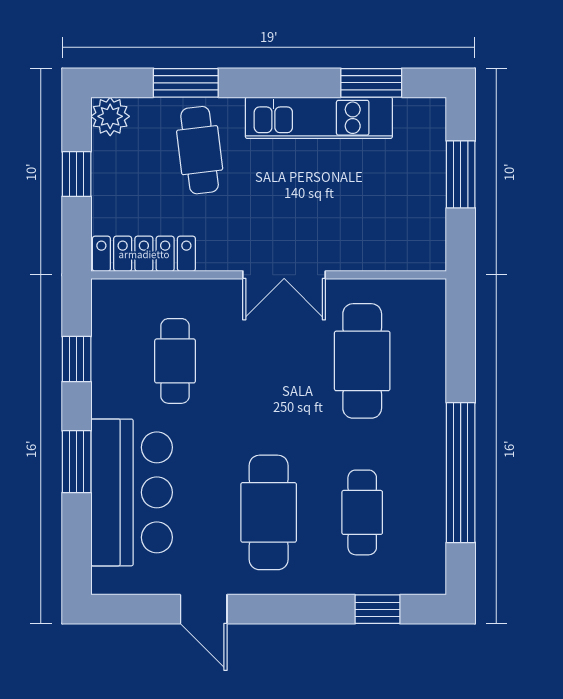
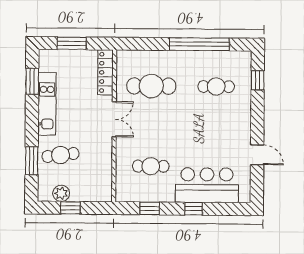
plant: (110, 116) -> (61, 193), moved
locker: (144, 254) -> (105, 72), moved
window: (77, 462) -> (194, 209), width x0.67
cafe table: (269, 512) -> (216, 127), removed
door: (204, 609) -> (257, 155), hinge flipped

